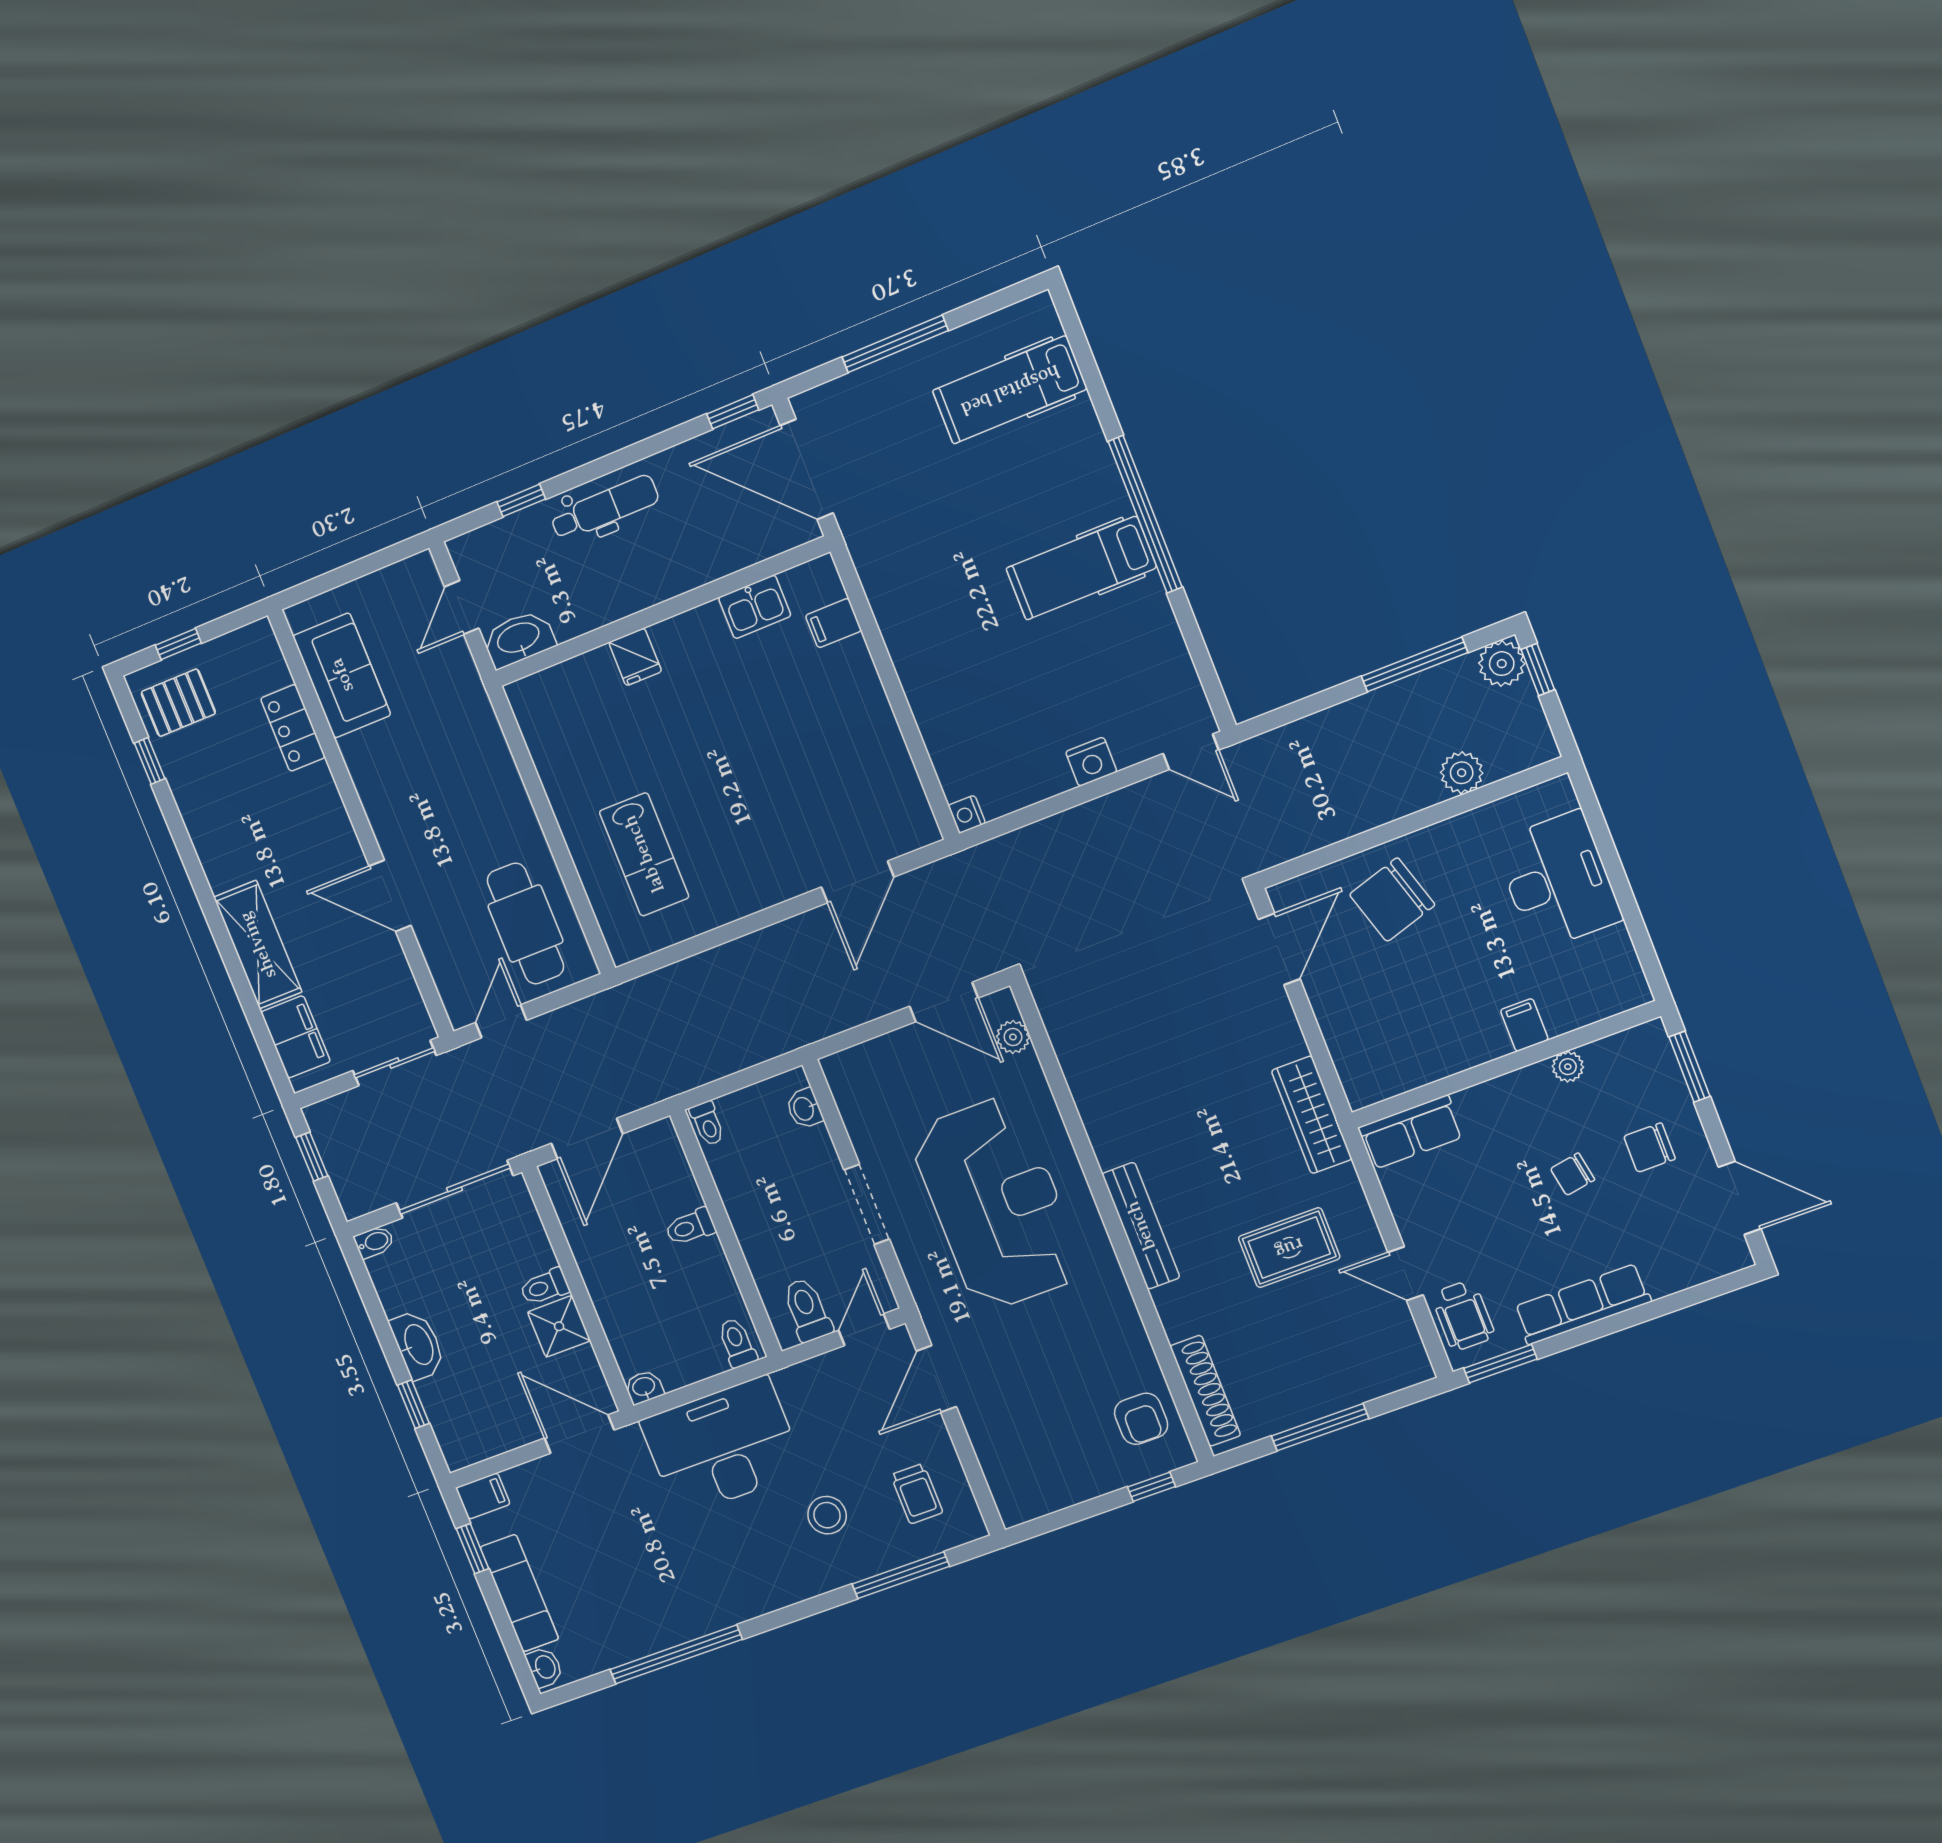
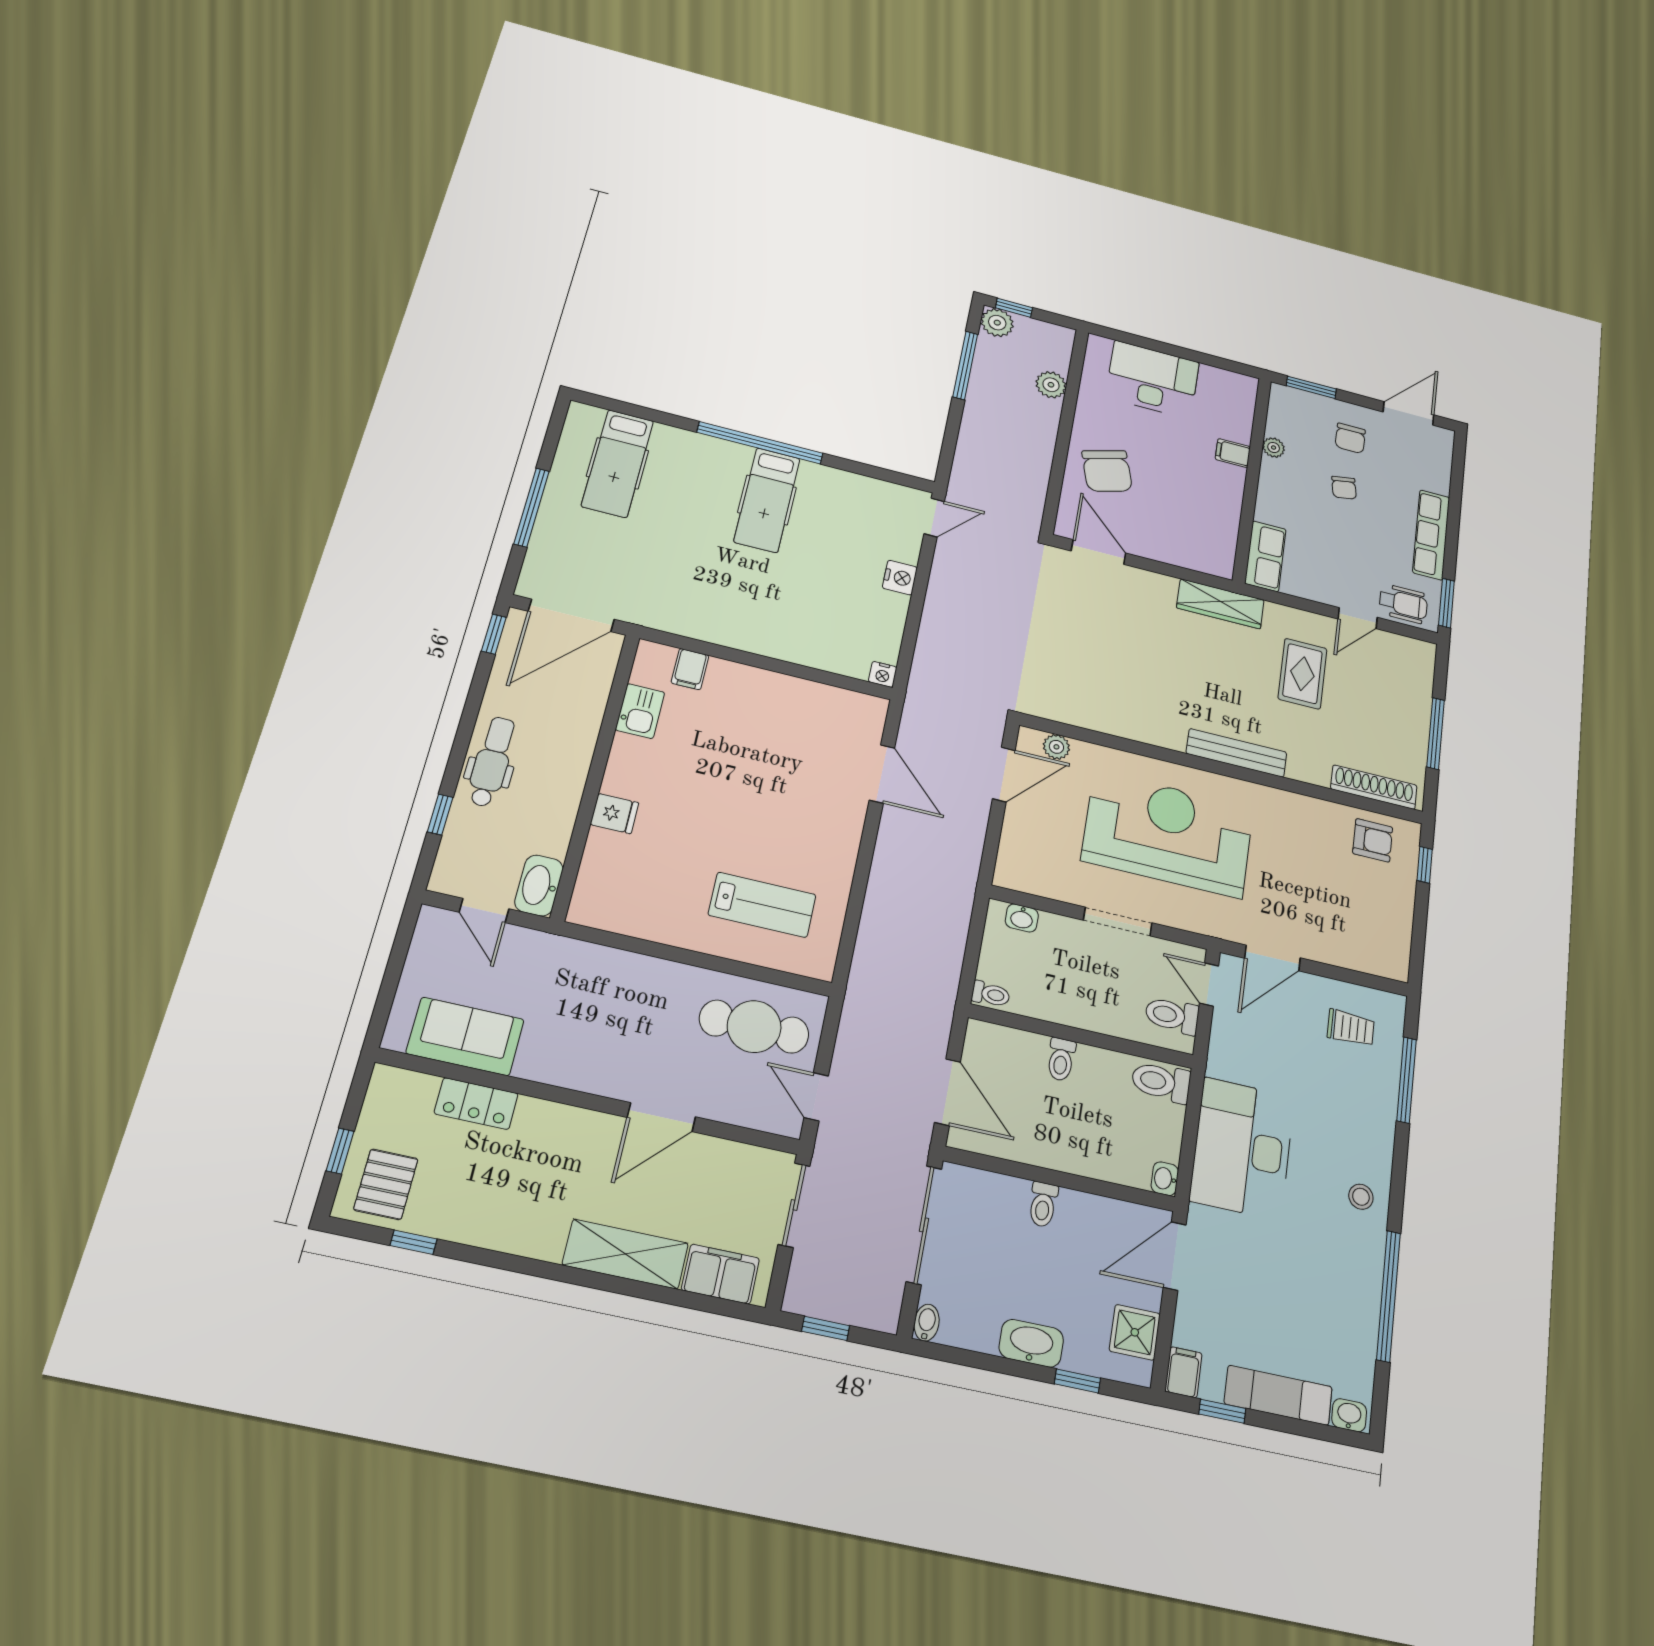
shower: (559, 1326) -> (1135, 1332), moved
toilet: (737, 1343) -> (1161, 1082), width x1.37, depth x1.39
door: (936, 1379) -> (1273, 958), hinge flipped
stool: (827, 1515) -> (1361, 1197), moved, width x0.73, depth x0.73

